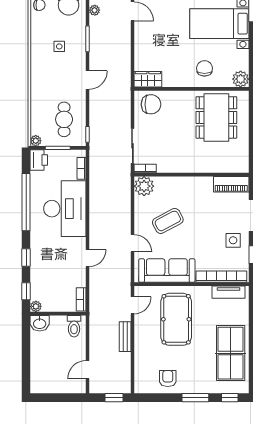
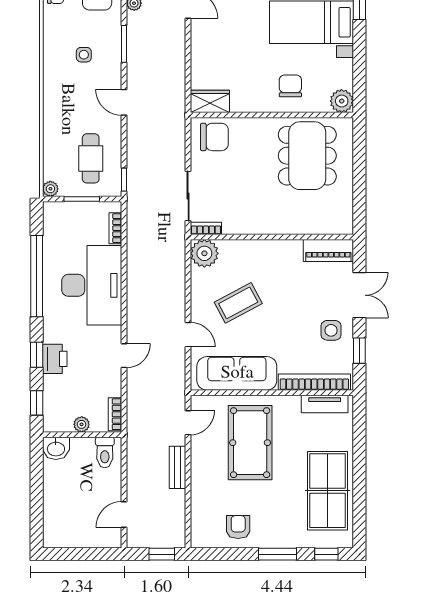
door: (88, 80) -> (124, 102), swing flipped
printer: (39, 160) -> (55, 359), moved
plant: (36, 306) -> (82, 424), moved

